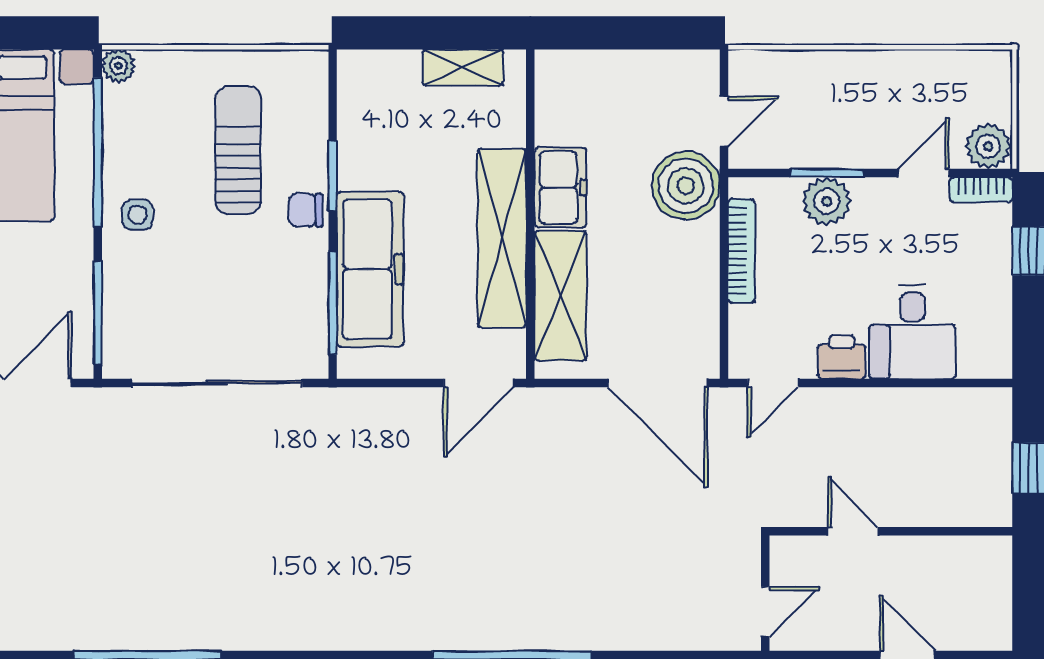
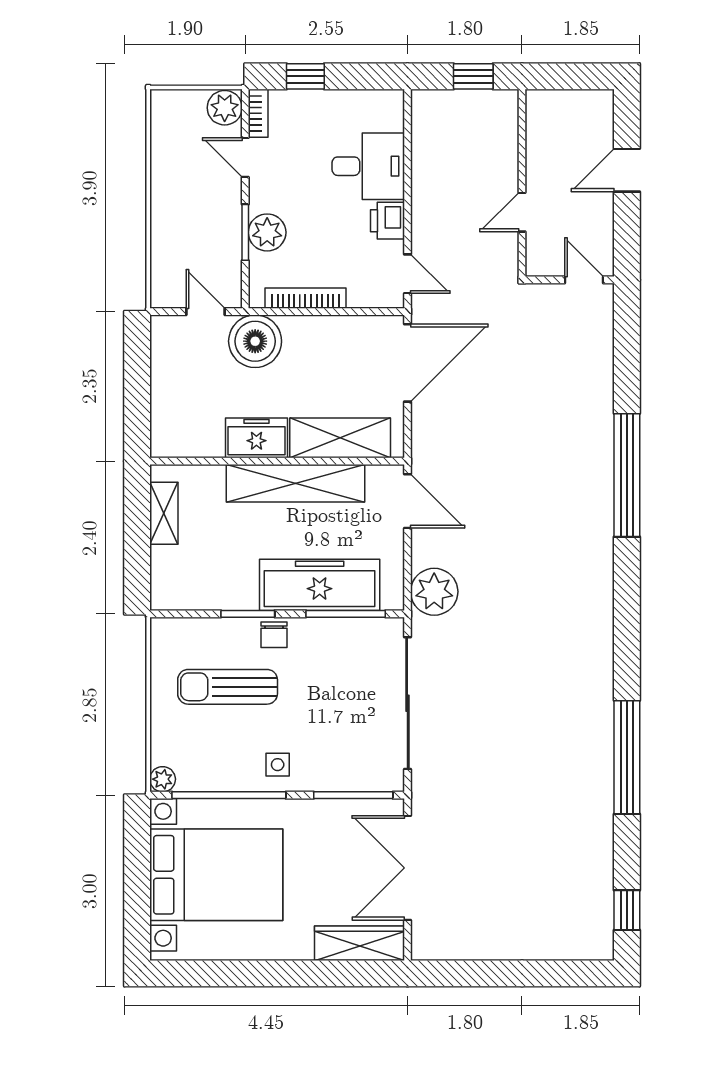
plant: (361, 418) -> (434, 592), added

